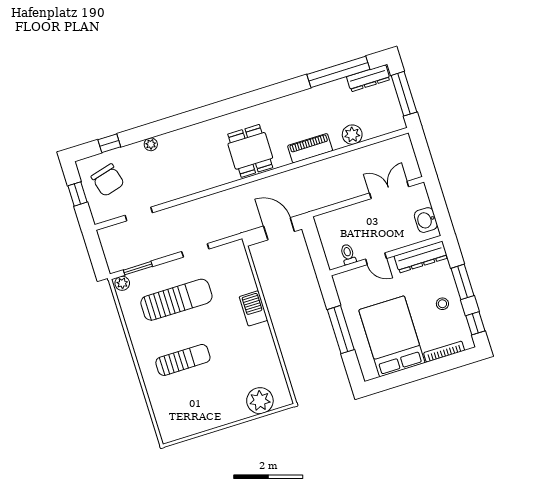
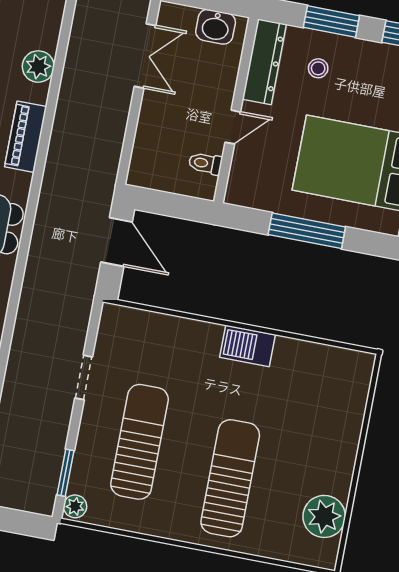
double door: (389, 190) -> (145, 56), swing flipped
door: (279, 229) -> (117, 242), swing flipped
stool: (442, 304) -> (318, 68), moved
barbecue: (253, 308) -> (248, 346), moved
sun lounger: (183, 360) -> (230, 478), width x1.36, depth x1.34
plant: (260, 401) -> (324, 516), moved

